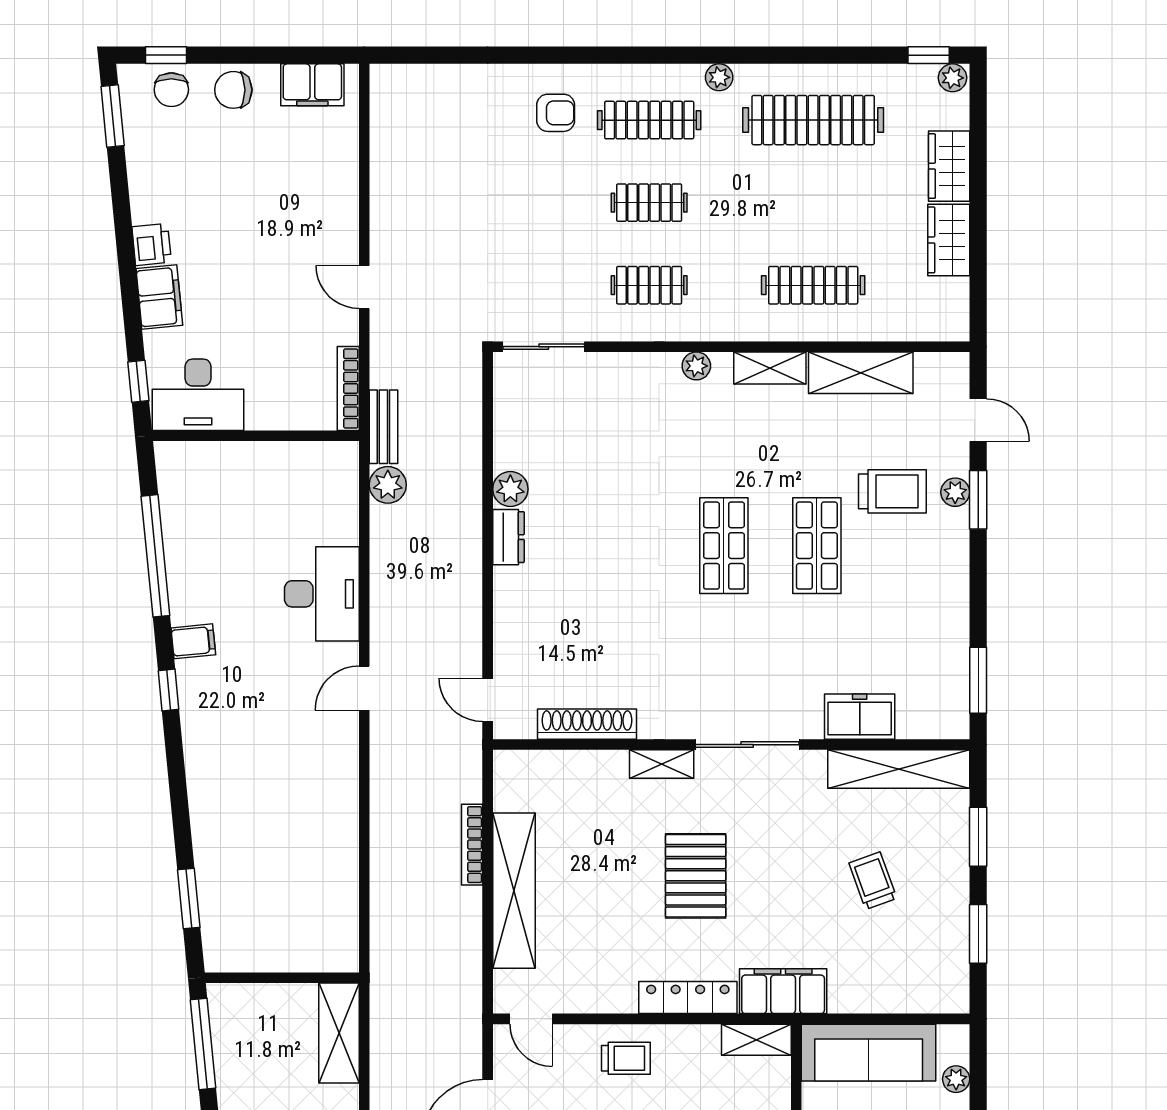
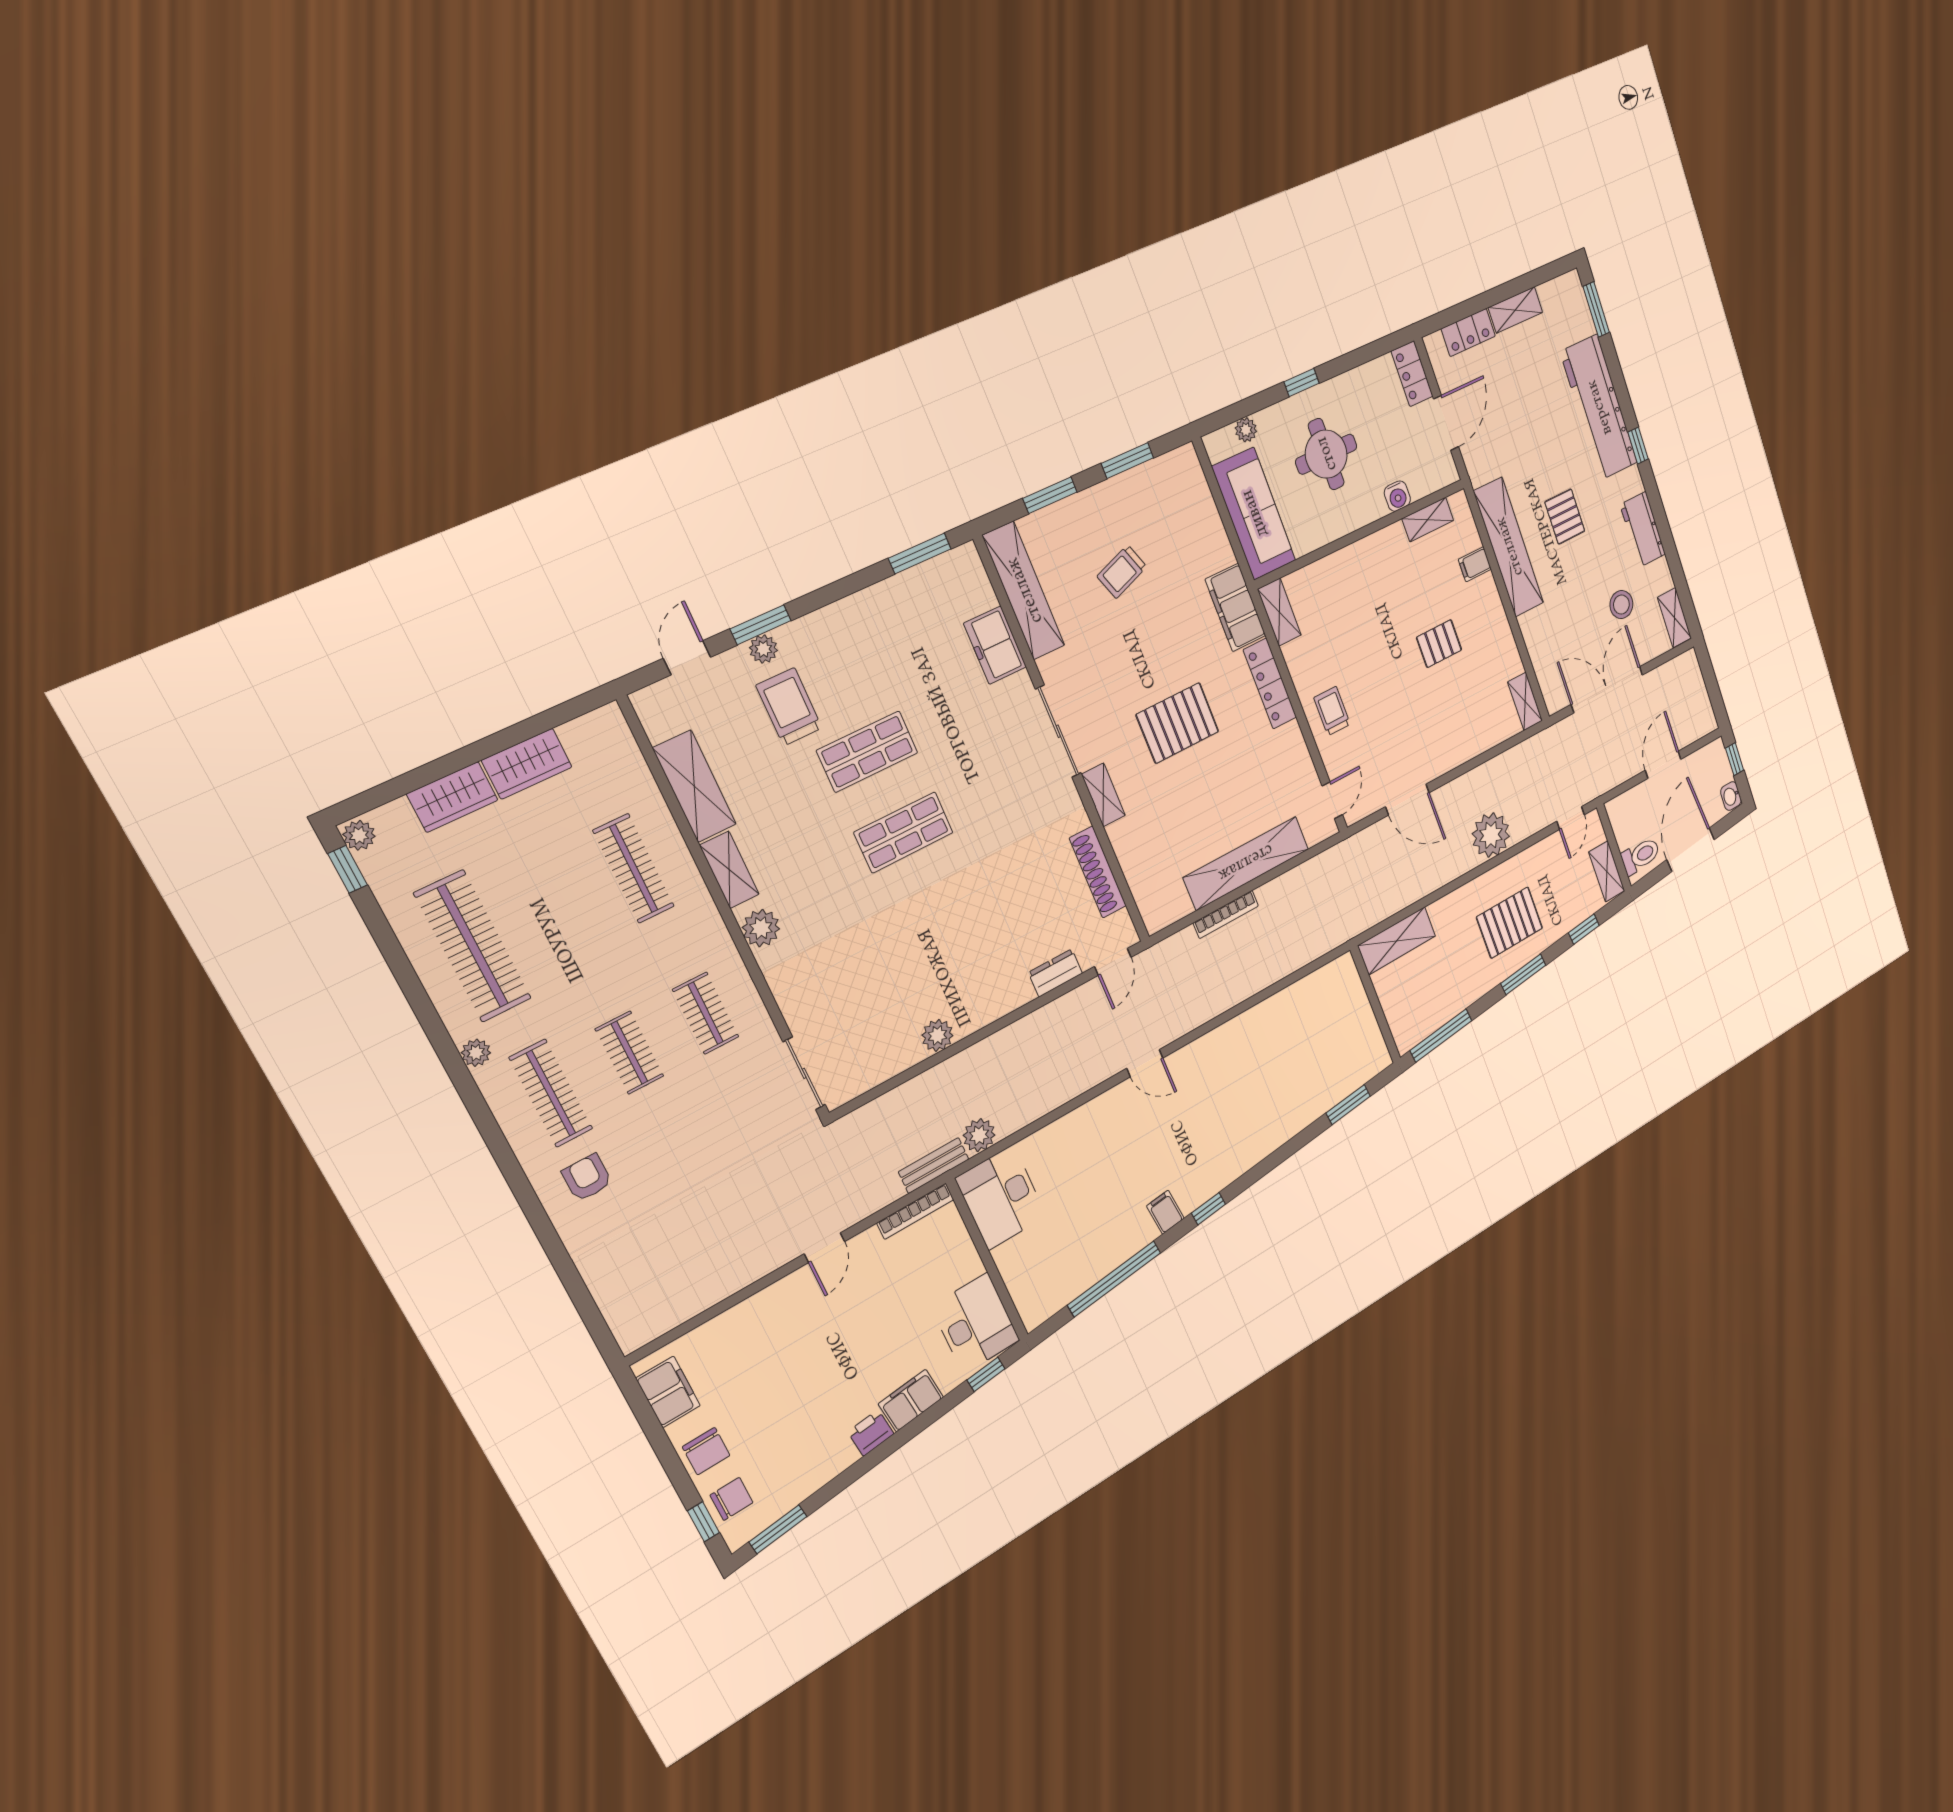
plant: (696, 366) -> (761, 928), width x1.38, depth x1.38
dresser: (508, 537) -> (1055, 973), moved
desk: (322, 594) -> (1001, 1197), moved, turned -90

